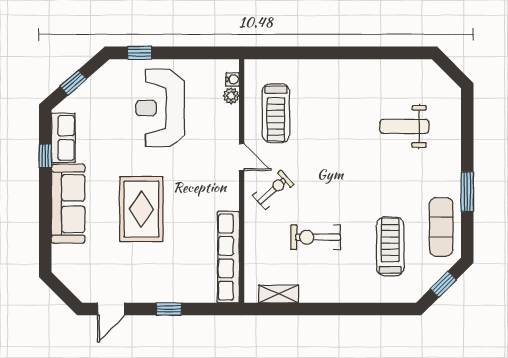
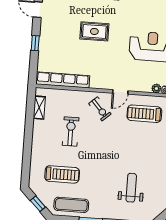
rug: (141, 209) -> (94, 31), width x0.73, depth x0.70

